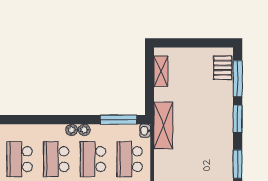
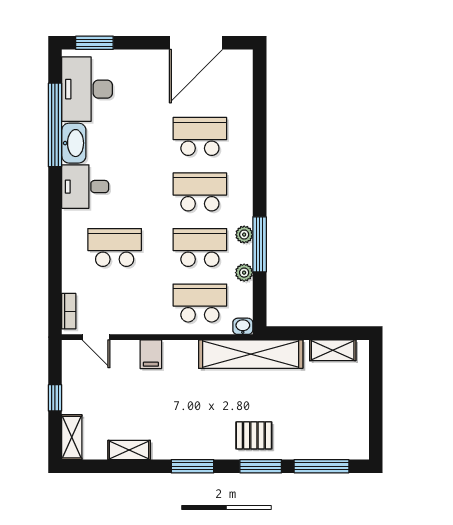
pallet: (223, 68) -> (254, 435), moved
window: (119, 120) -> (260, 244), moved
shelving: (163, 126) -> (251, 354), width x1.47
plant: (72, 130) -> (244, 273), moved

